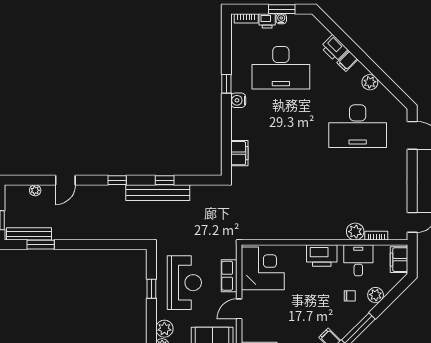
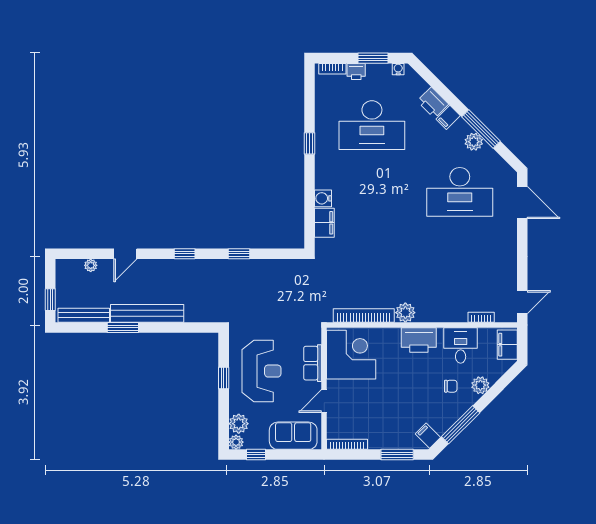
water cooler: (281, 19) -> (398, 69), moved
window: (376, 71) -> (481, 129), added
water cooler: (238, 100) -> (323, 198), moved
bench: (158, 193) -> (147, 313), moved
plant: (355, 232) -> (405, 313), moved
bookcase: (274, 234) -> (364, 316), added
window: (41, 245) -> (123, 328), moved

